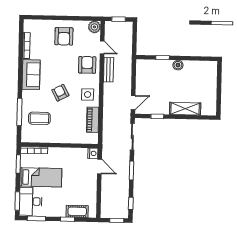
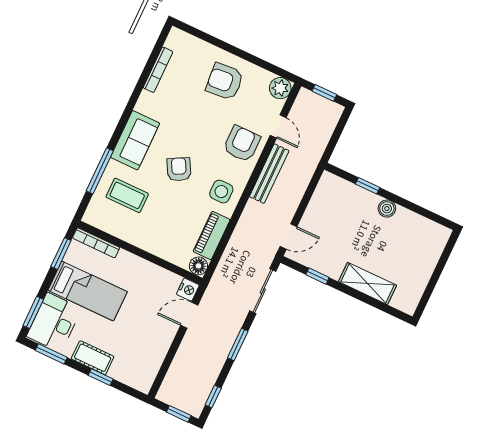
armchair: (64, 36) -> (225, 81), turned 85
bench: (109, 70) -> (269, 174), width x1.36
sofa: (31, 75) -> (135, 140), moved
floor lamp: (93, 139) -> (198, 266), added
door: (100, 166) -> (189, 315), swing flipped
cot: (77, 211) -> (93, 358), moved

